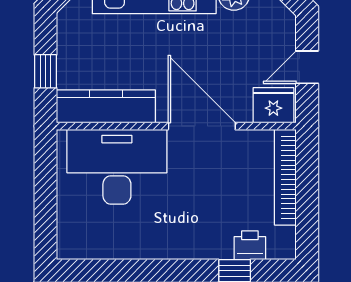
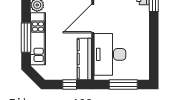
window: (45, 198) -> (123, 85), added

